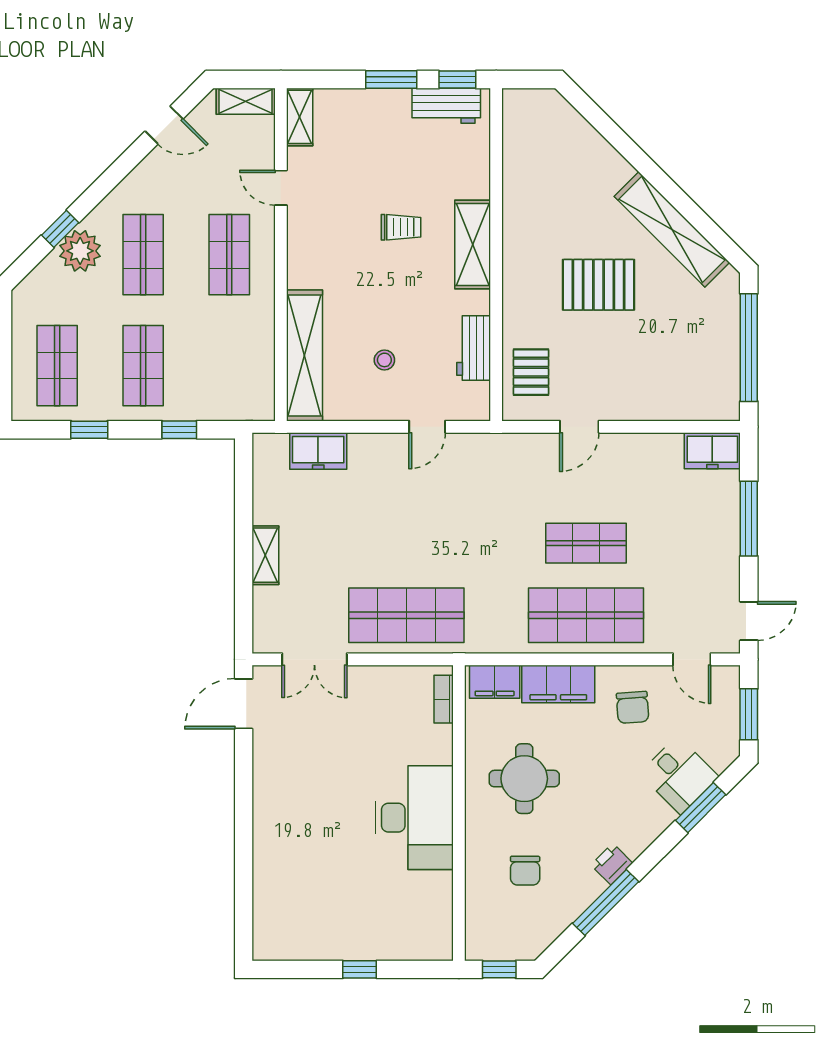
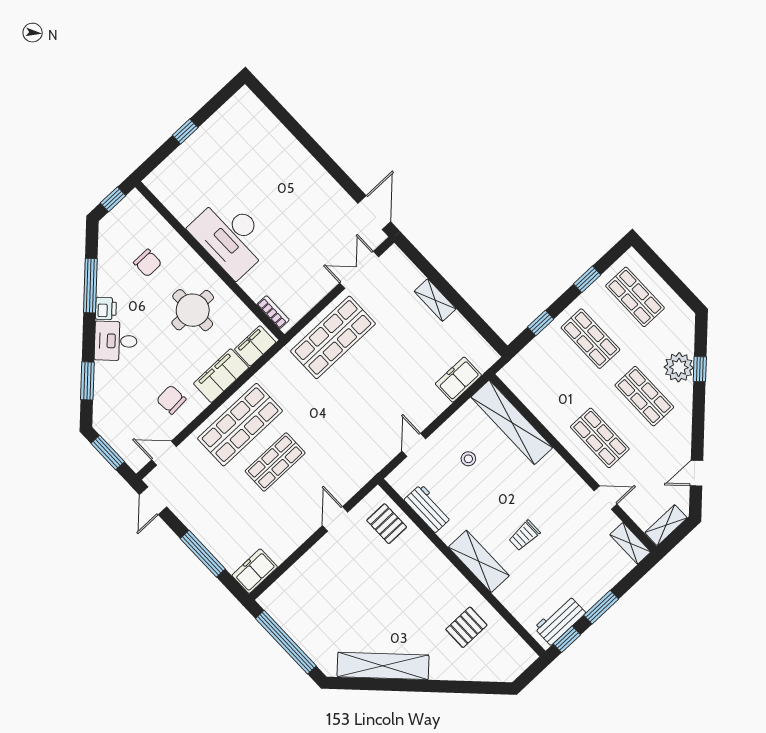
pallet: (599, 285) -> (466, 627), moved, width x0.67, depth x0.71
desk: (679, 775) -> (116, 341), moved
chair: (525, 871) -> (148, 263), turned 180

